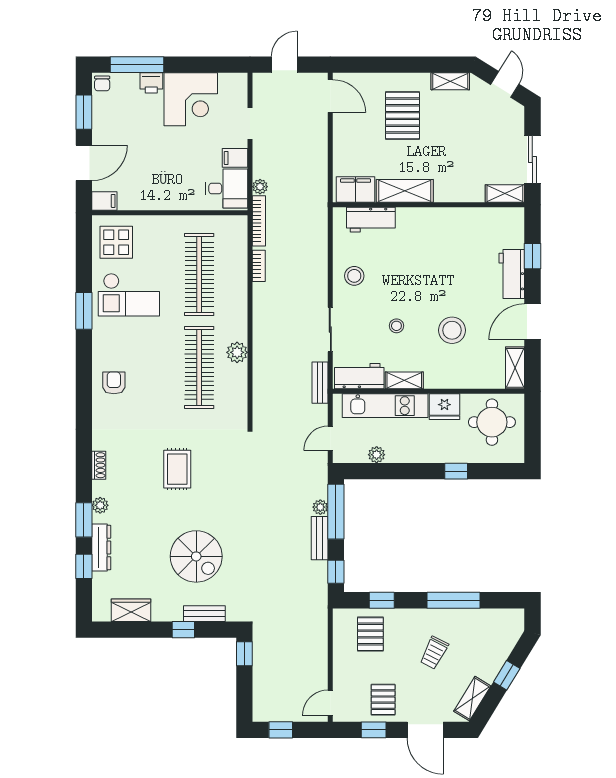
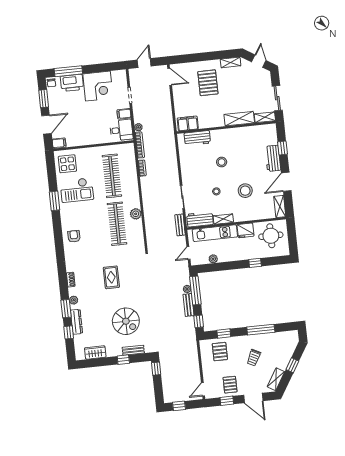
printer: (151, 83) -> (72, 83), width x1.87, depth x1.48
shelving: (405, 191) -> (239, 119), moved
stool: (354, 276) -> (222, 162), moved

